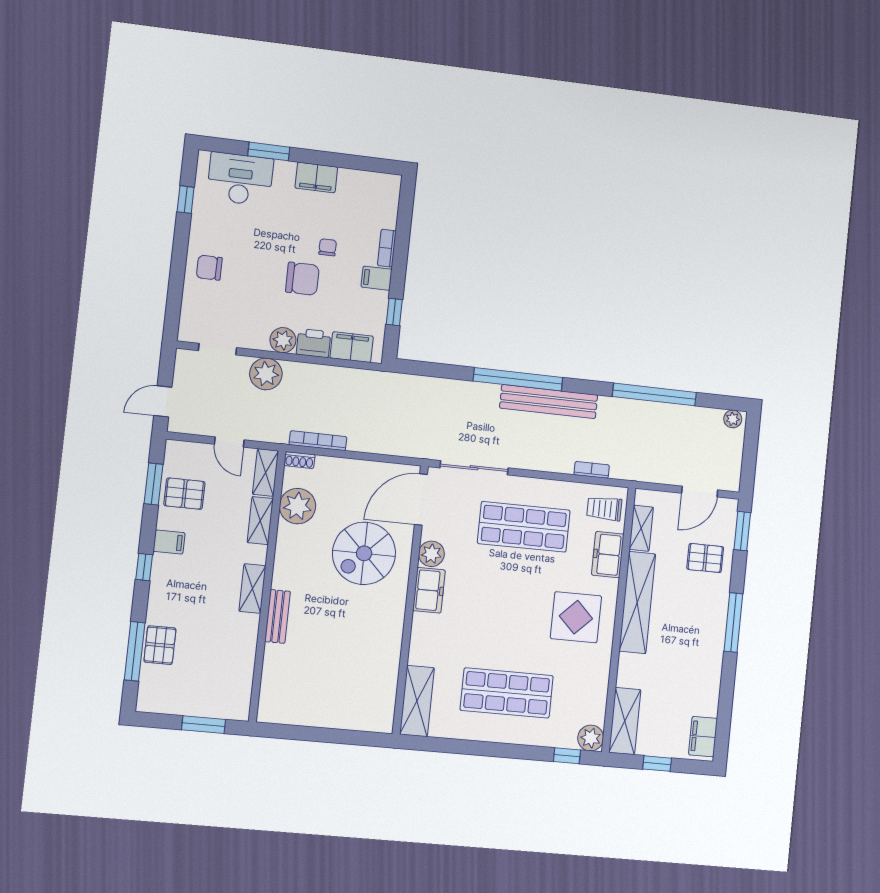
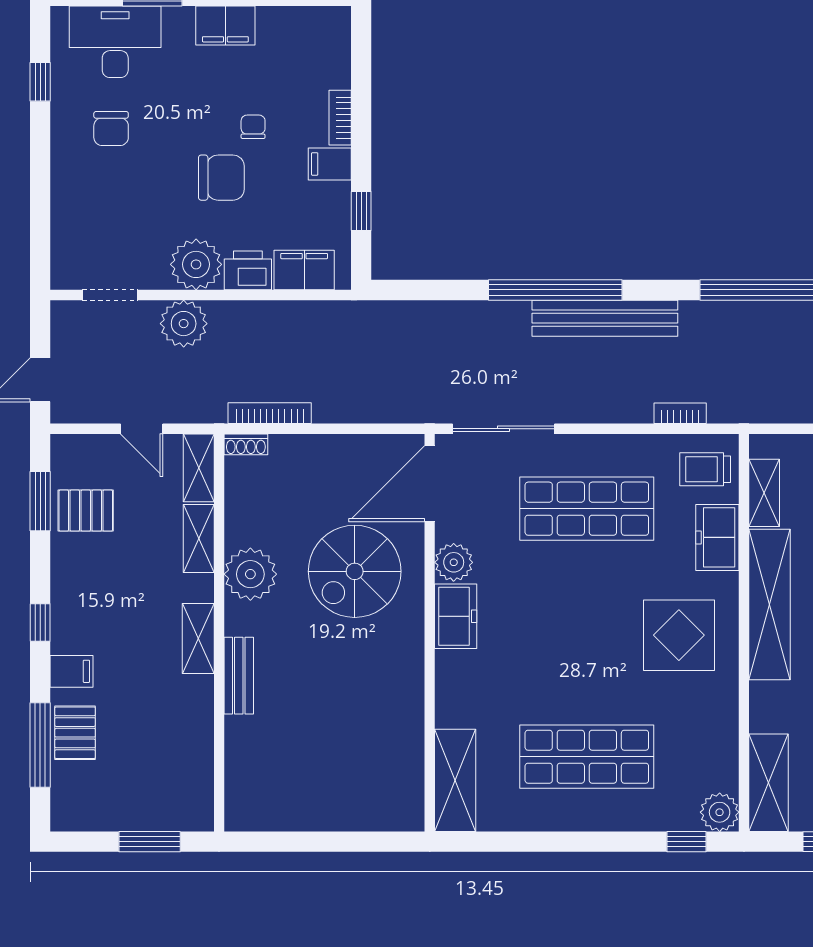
chair: (209, 268) -> (111, 129), moved, turned -90
plant: (283, 340) -> (196, 264), width x1.36, depth x1.36
plant: (298, 506) -> (250, 574), moved
filing cabinet: (169, 542) -> (72, 671), moved

